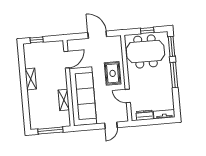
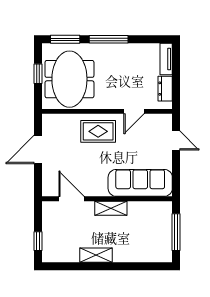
sofa: (83, 96) -> (140, 183), width x0.74, depth x0.79
shelving: (64, 100) -> (111, 208), moved

